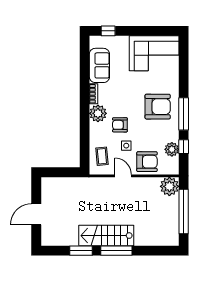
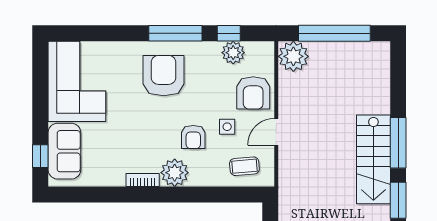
sofa: (99, 65) -> (64, 151), moved, turned 90
armchair: (147, 162) -> (253, 93), turned 180

